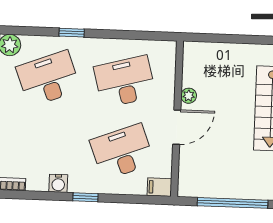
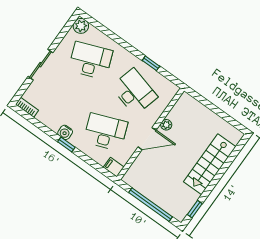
window: (72, 33) -> (151, 63), moved
desk: (125, 82) -> (134, 92), turned 30
water cooler: (58, 183) -> (65, 132), moved

